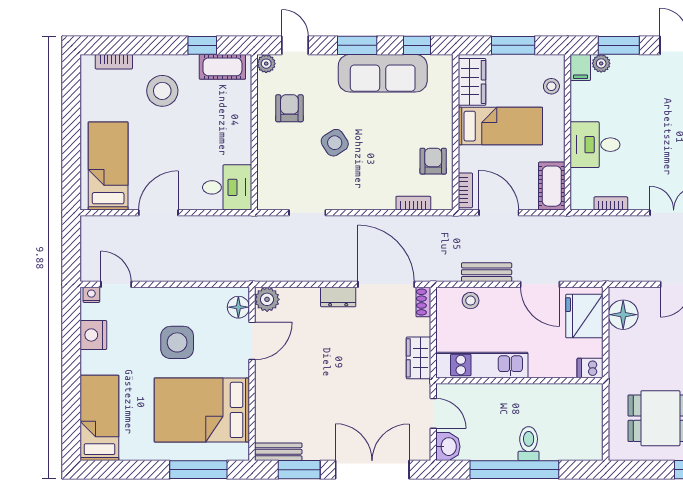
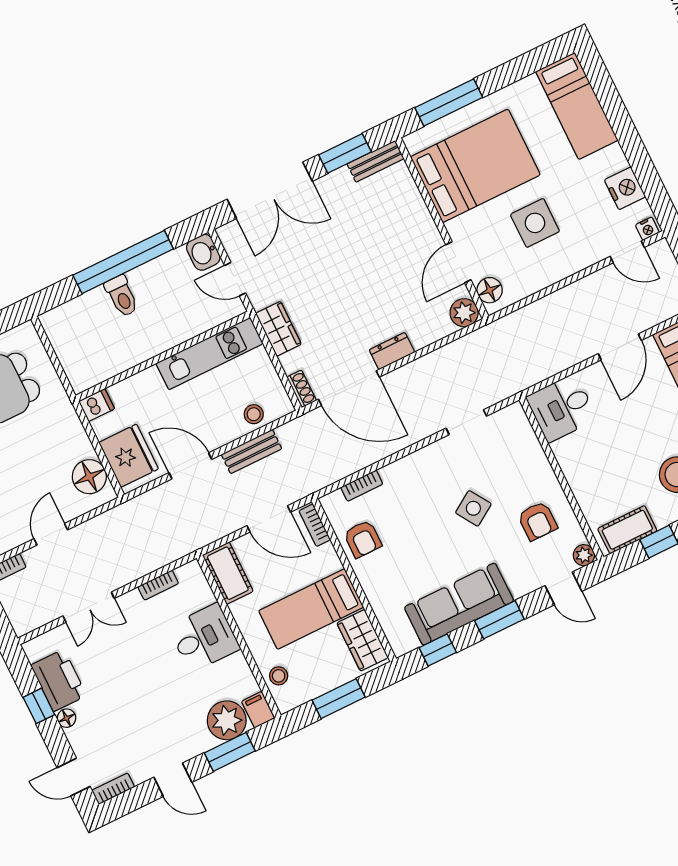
plant: (601, 63) -> (227, 720), width x1.87, depth x1.87

